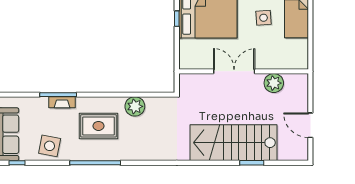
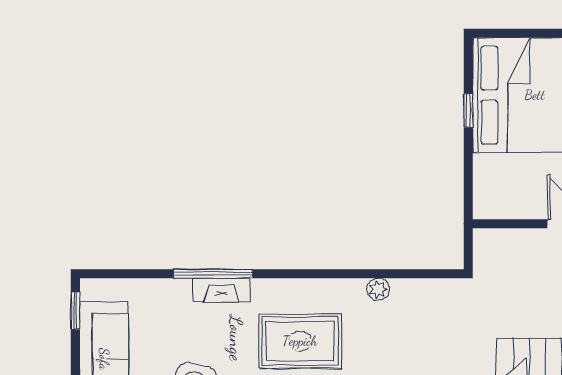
plant: (135, 106) -> (378, 289), width x0.53, depth x0.53

